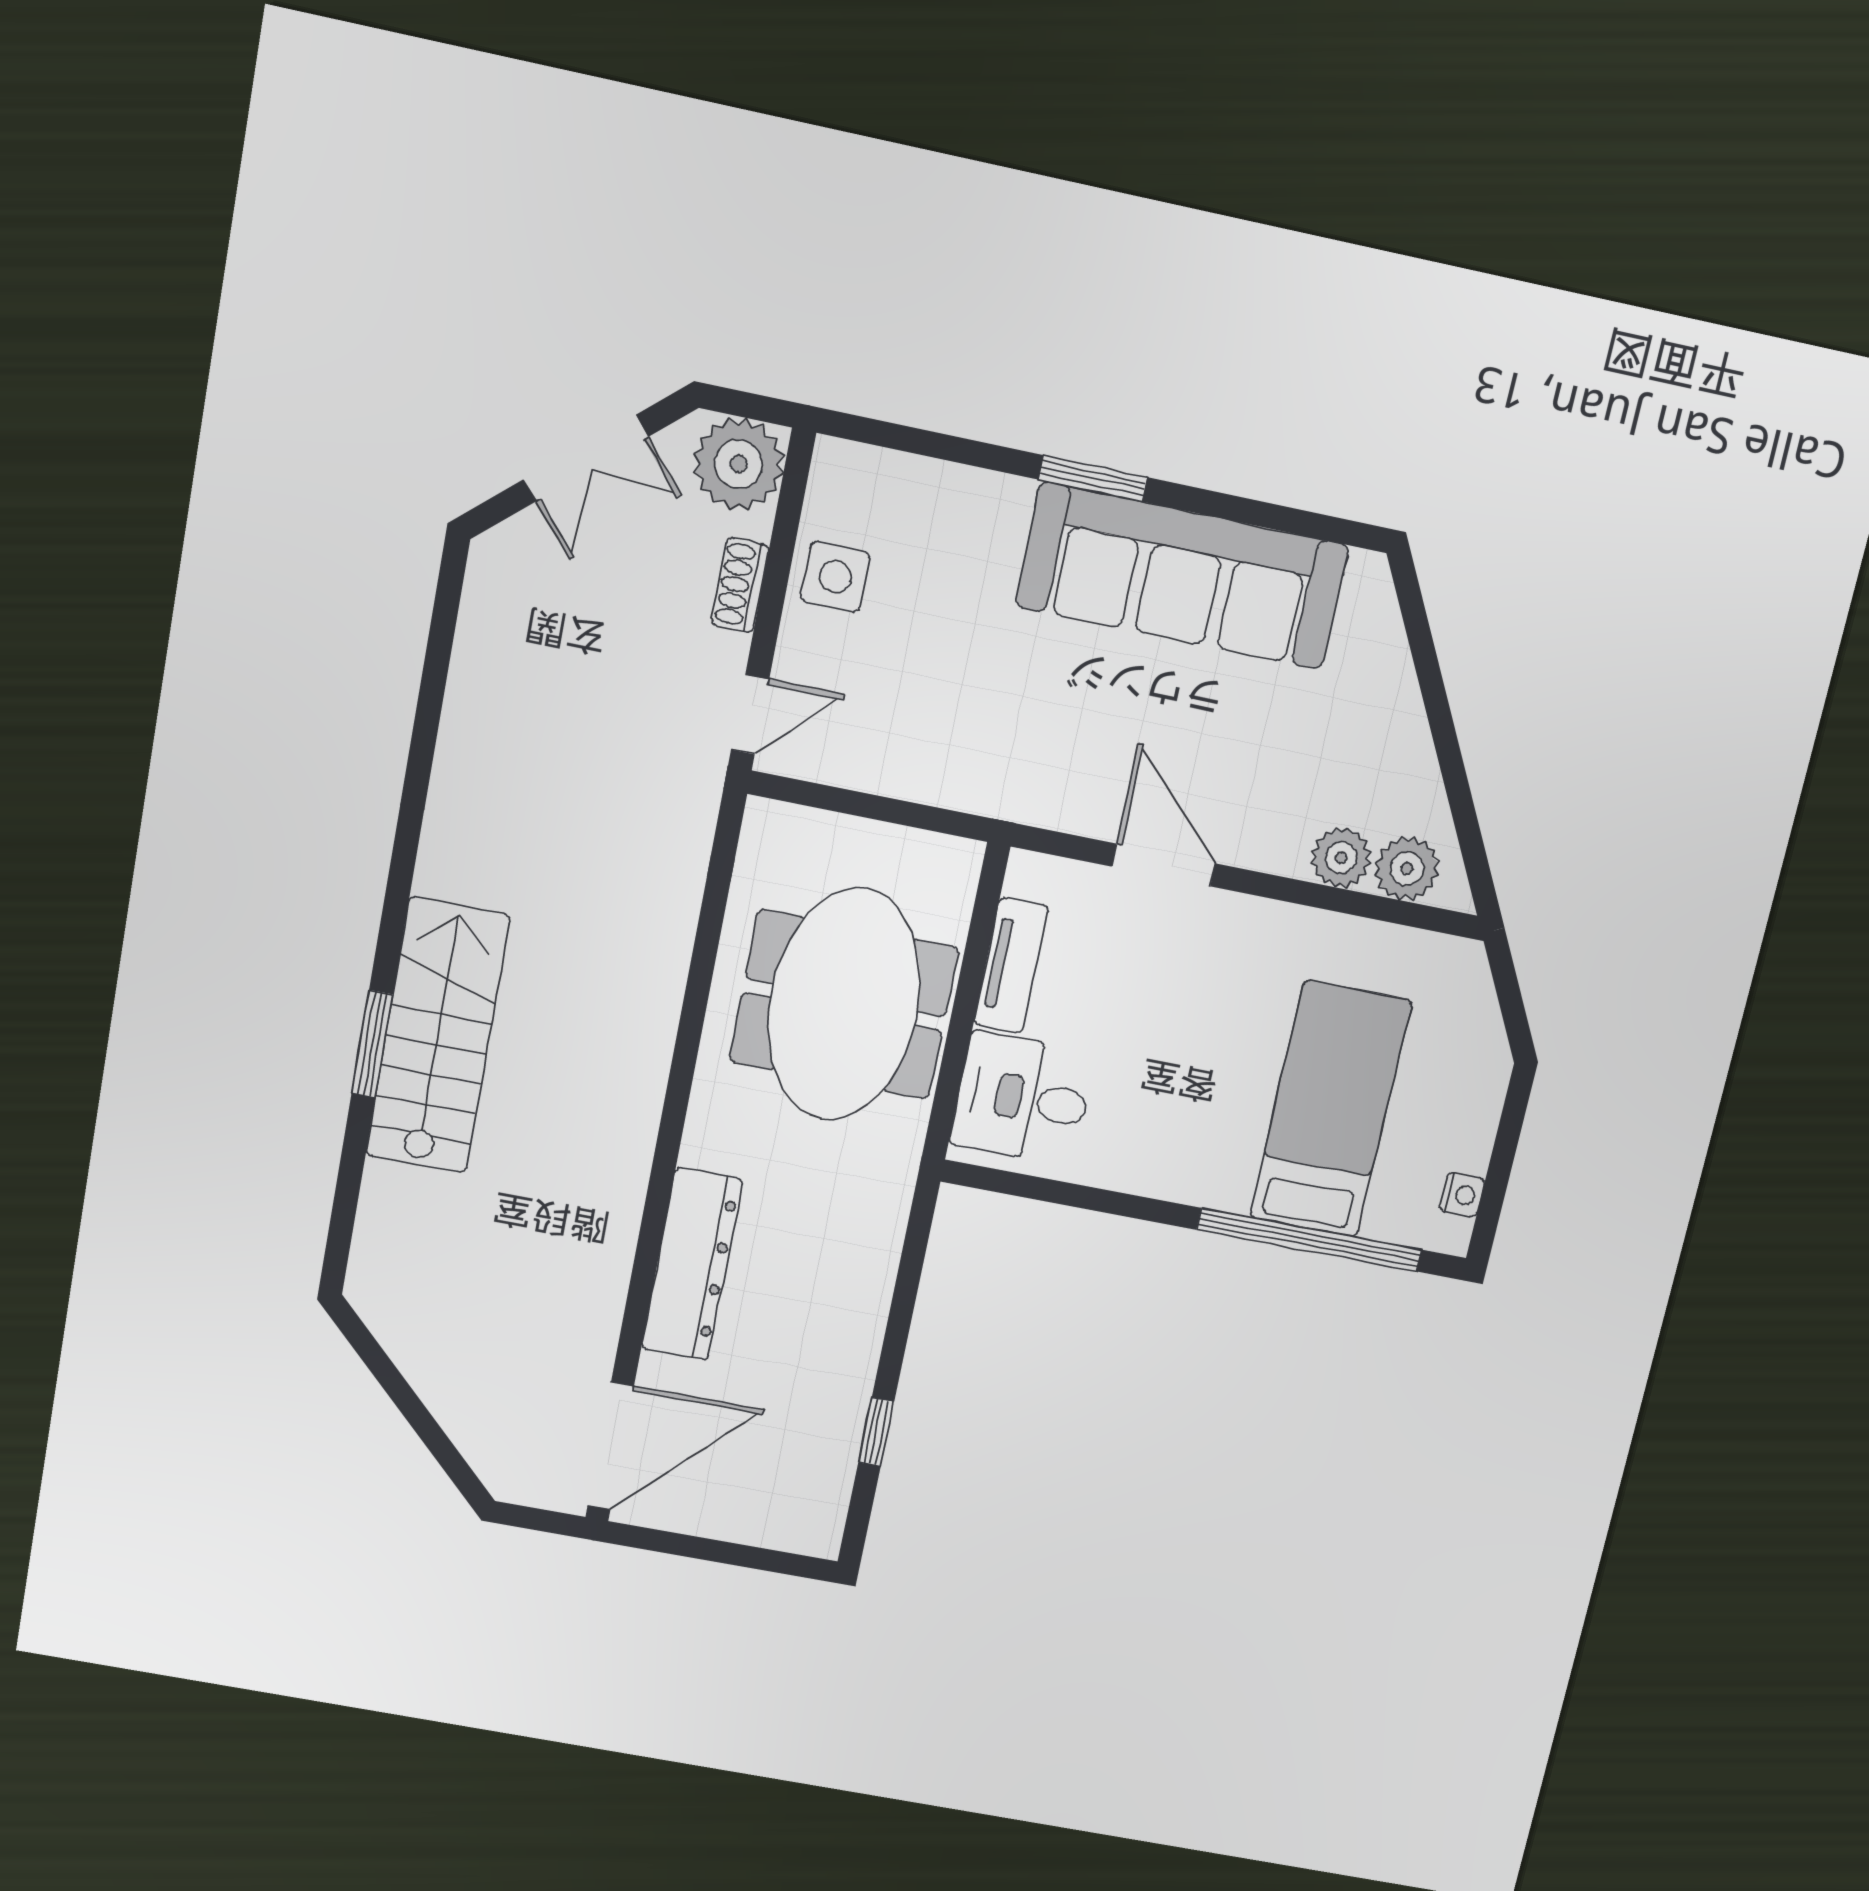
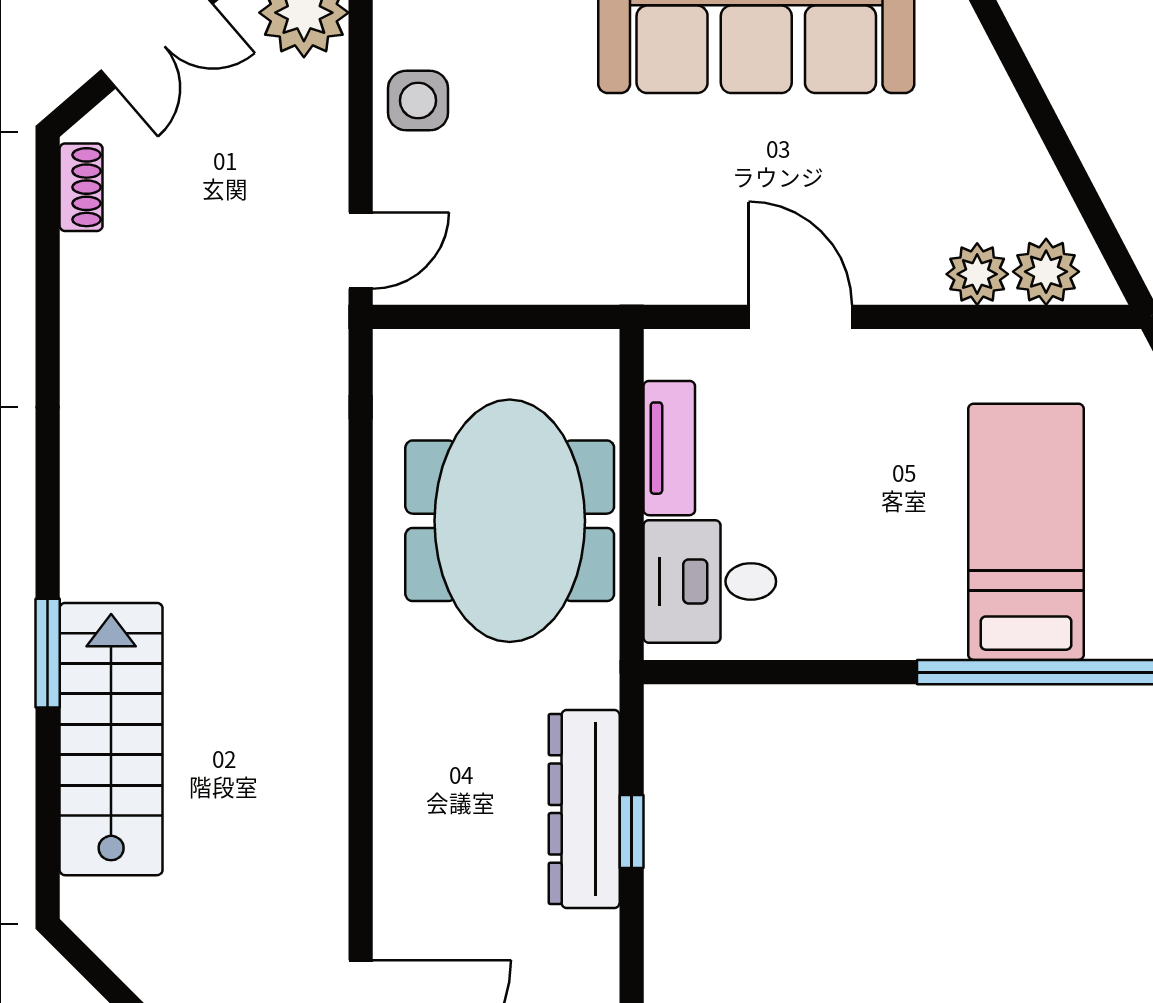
shoe rack: (740, 585) -> (81, 187), moved, turned 180
stairs: (438, 1036) -> (111, 739), moved
dresser: (692, 1264) -> (584, 809), moved, turned 180
window: (876, 1432) -> (632, 831), moved

